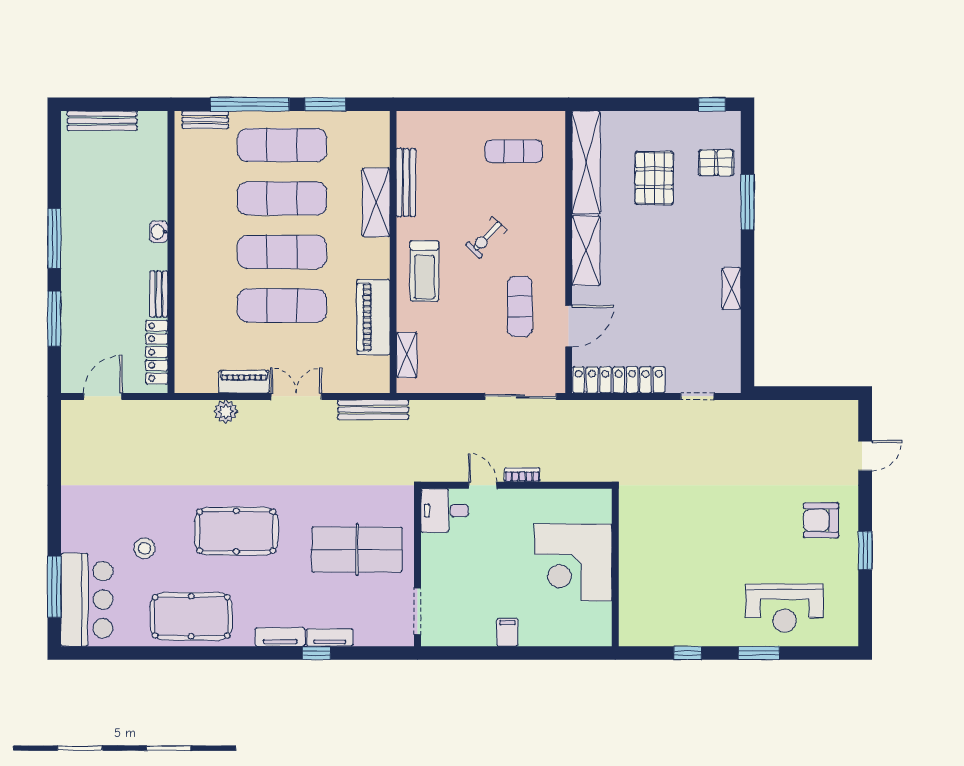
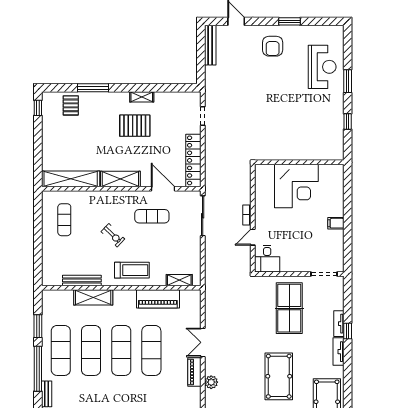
pallet: (654, 178) -> (135, 126), moved
bench: (373, 410) -> (210, 45), moved

